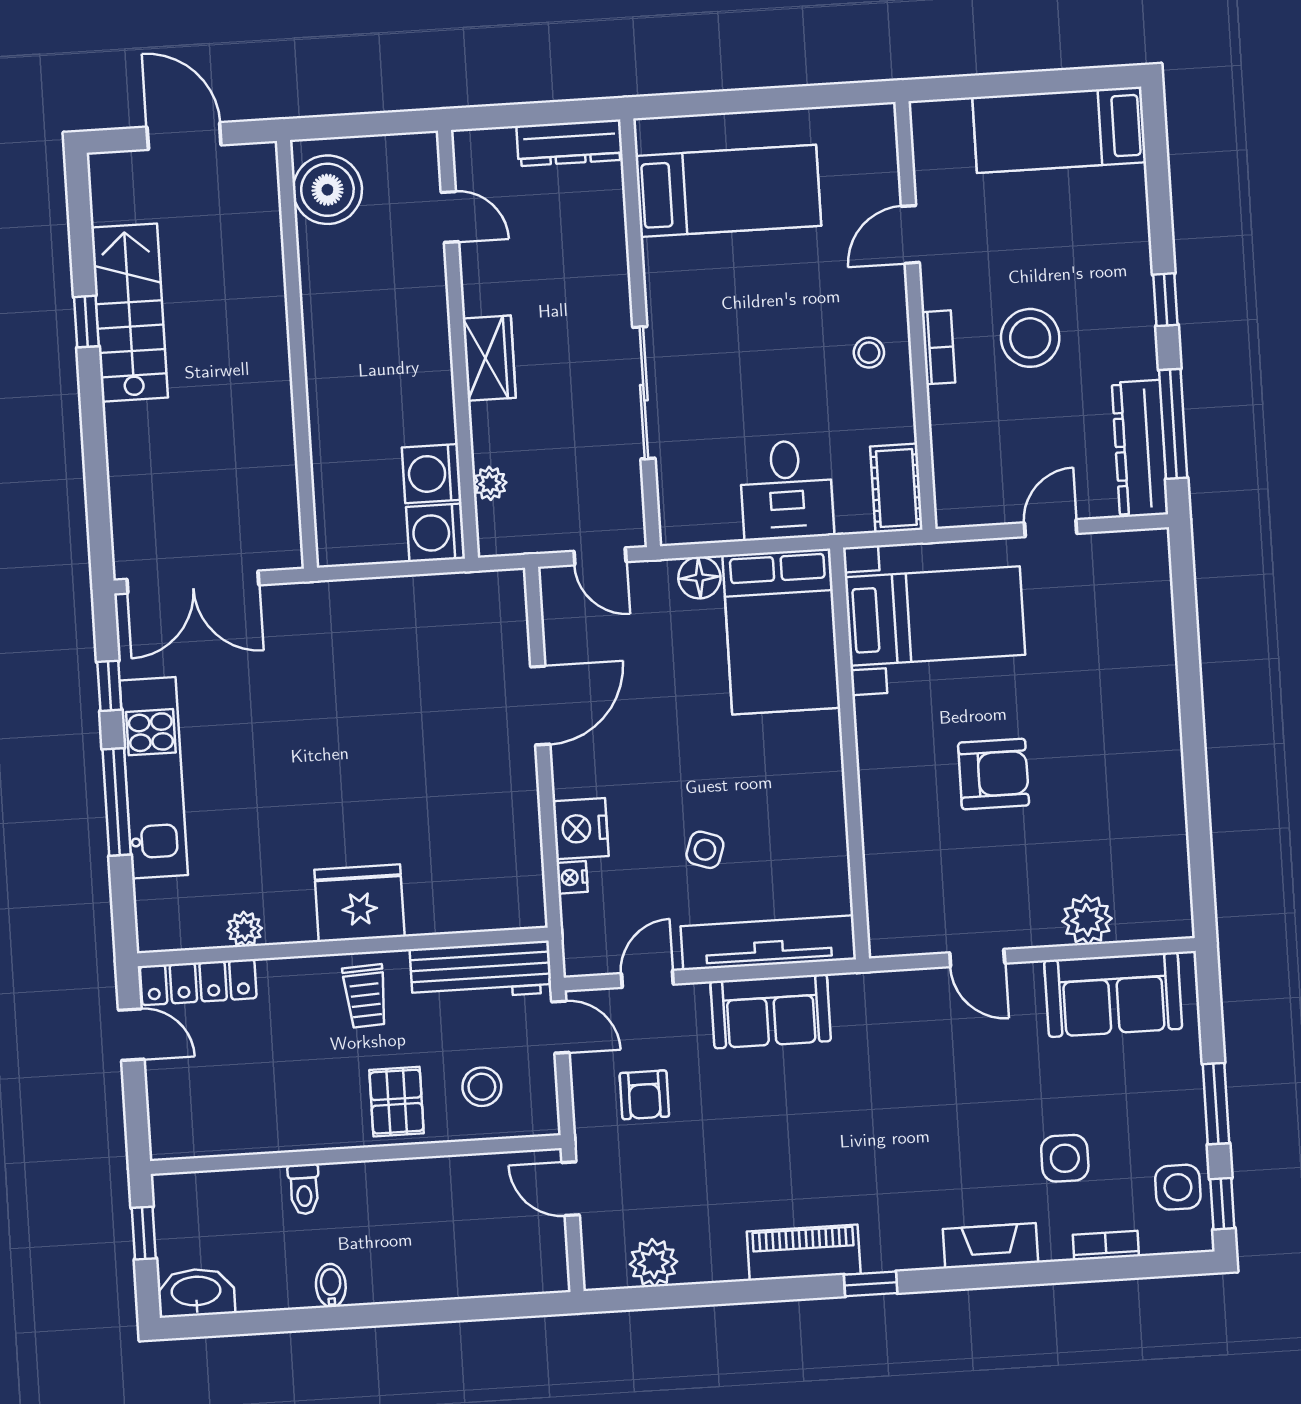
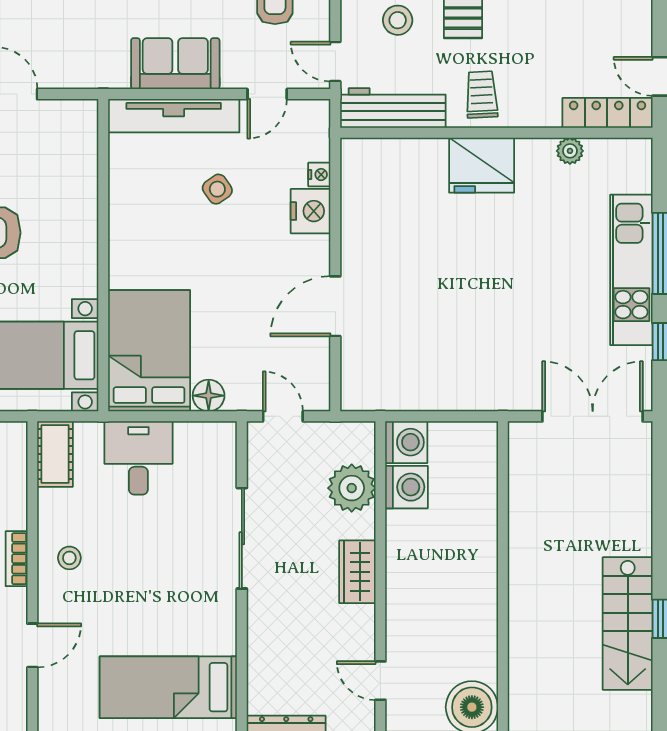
plant: (490, 483) -> (352, 488), width x1.87, depth x1.87
side table: (705, 850) -> (217, 189), turned 36

